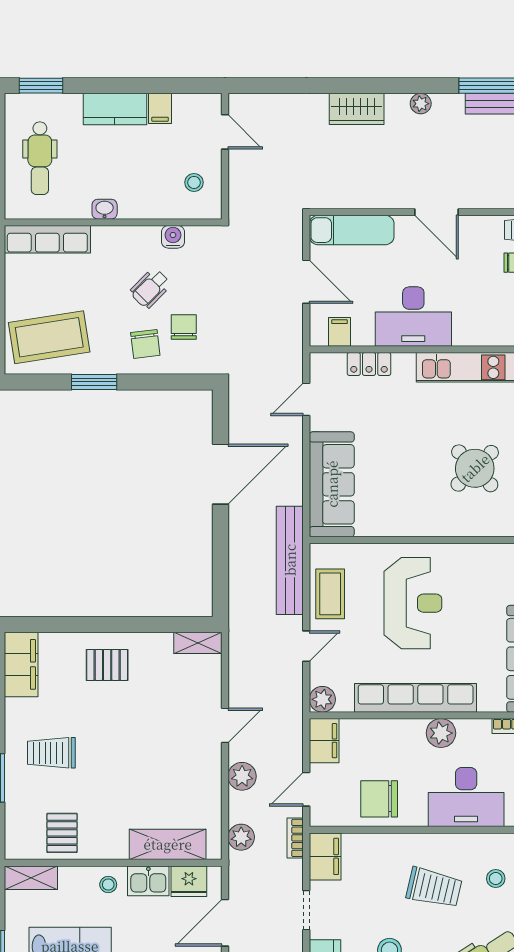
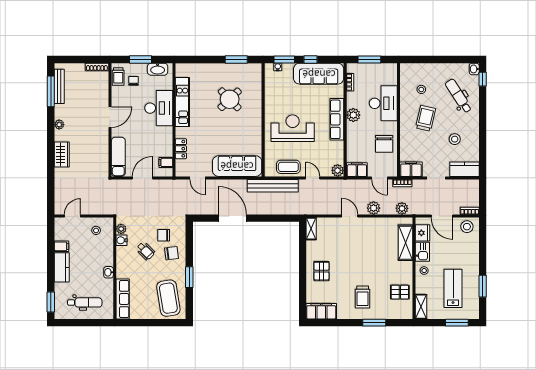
plant: (197, 236) -> (121, 229), added
desk: (413, 317) -> (159, 108), moved
row of seats: (416, 698) -> (337, 119), width x0.73

